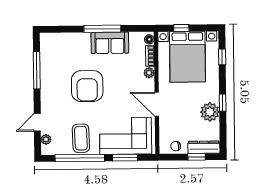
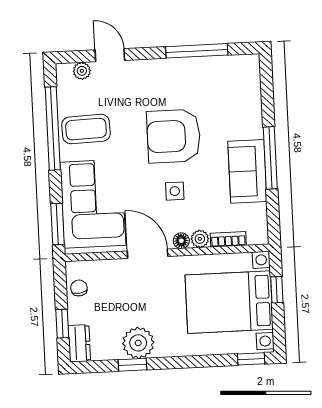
floor lamp: (149, 39) -> (181, 241), moved
window: (222, 57) -> (251, 359), moved
side table: (120, 87) -> (175, 191), added
window: (223, 103) -> (132, 365), moved
door: (157, 104) -> (148, 254), hinge flipped
dresser: (204, 147) -> (79, 343), width x0.70
window: (125, 158) -> (57, 224), moved

